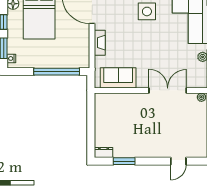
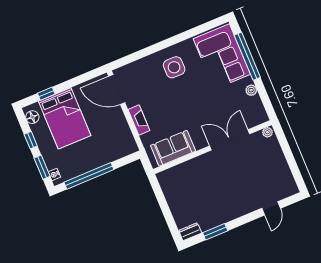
window: (57, 72) -> (89, 176), moved

